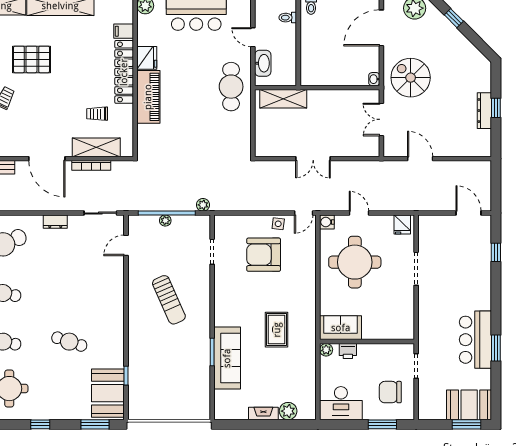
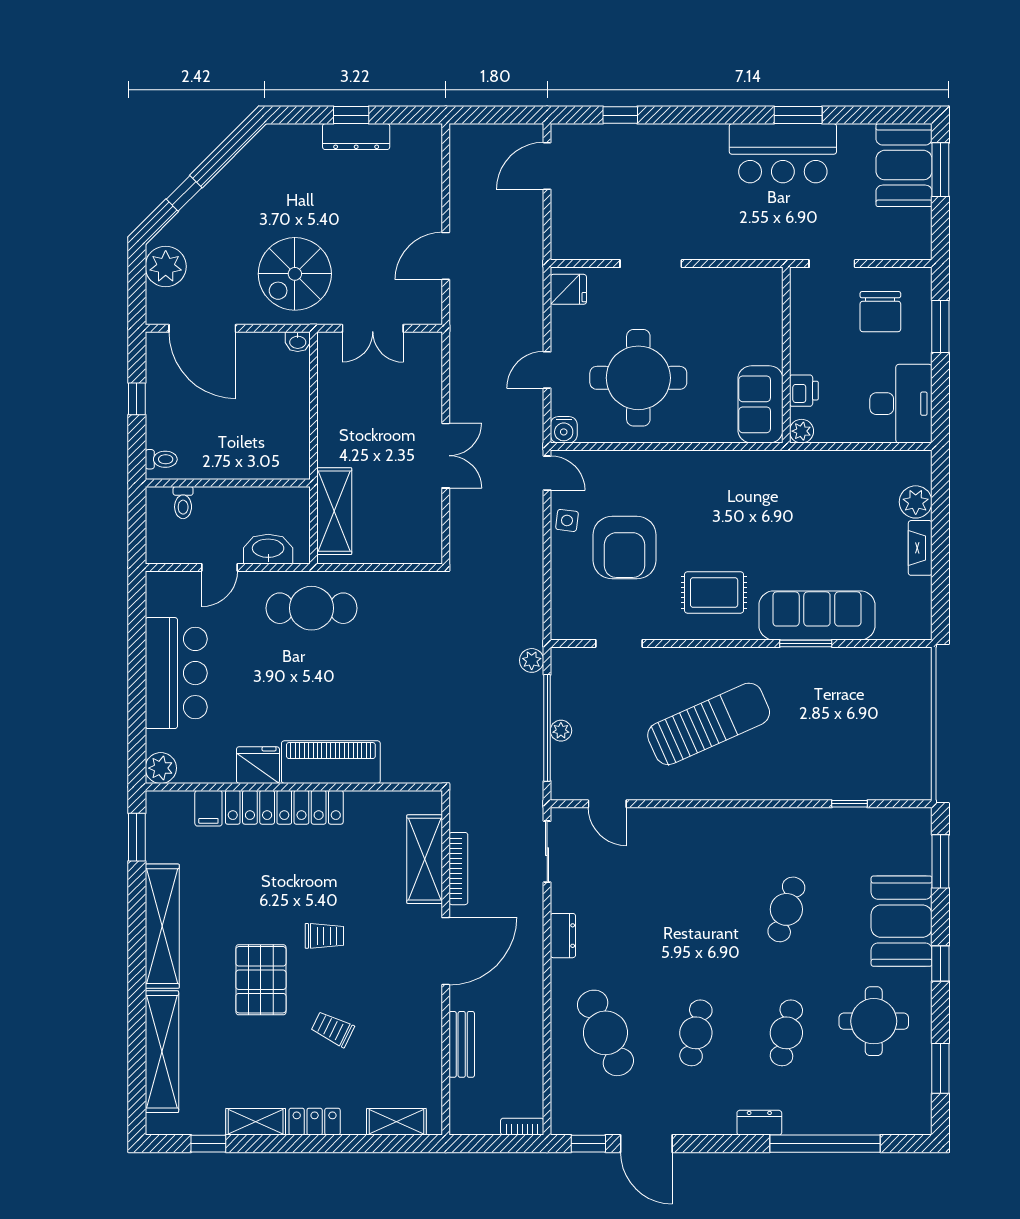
trolley: (97, 114) -> (324, 936), moved, turned -90
sun lounger: (169, 300) -> (709, 724), width x1.36, depth x1.34
rug: (277, 330) -> (714, 592), moved
booth: (108, 393) -> (902, 921), moved, turned 90

